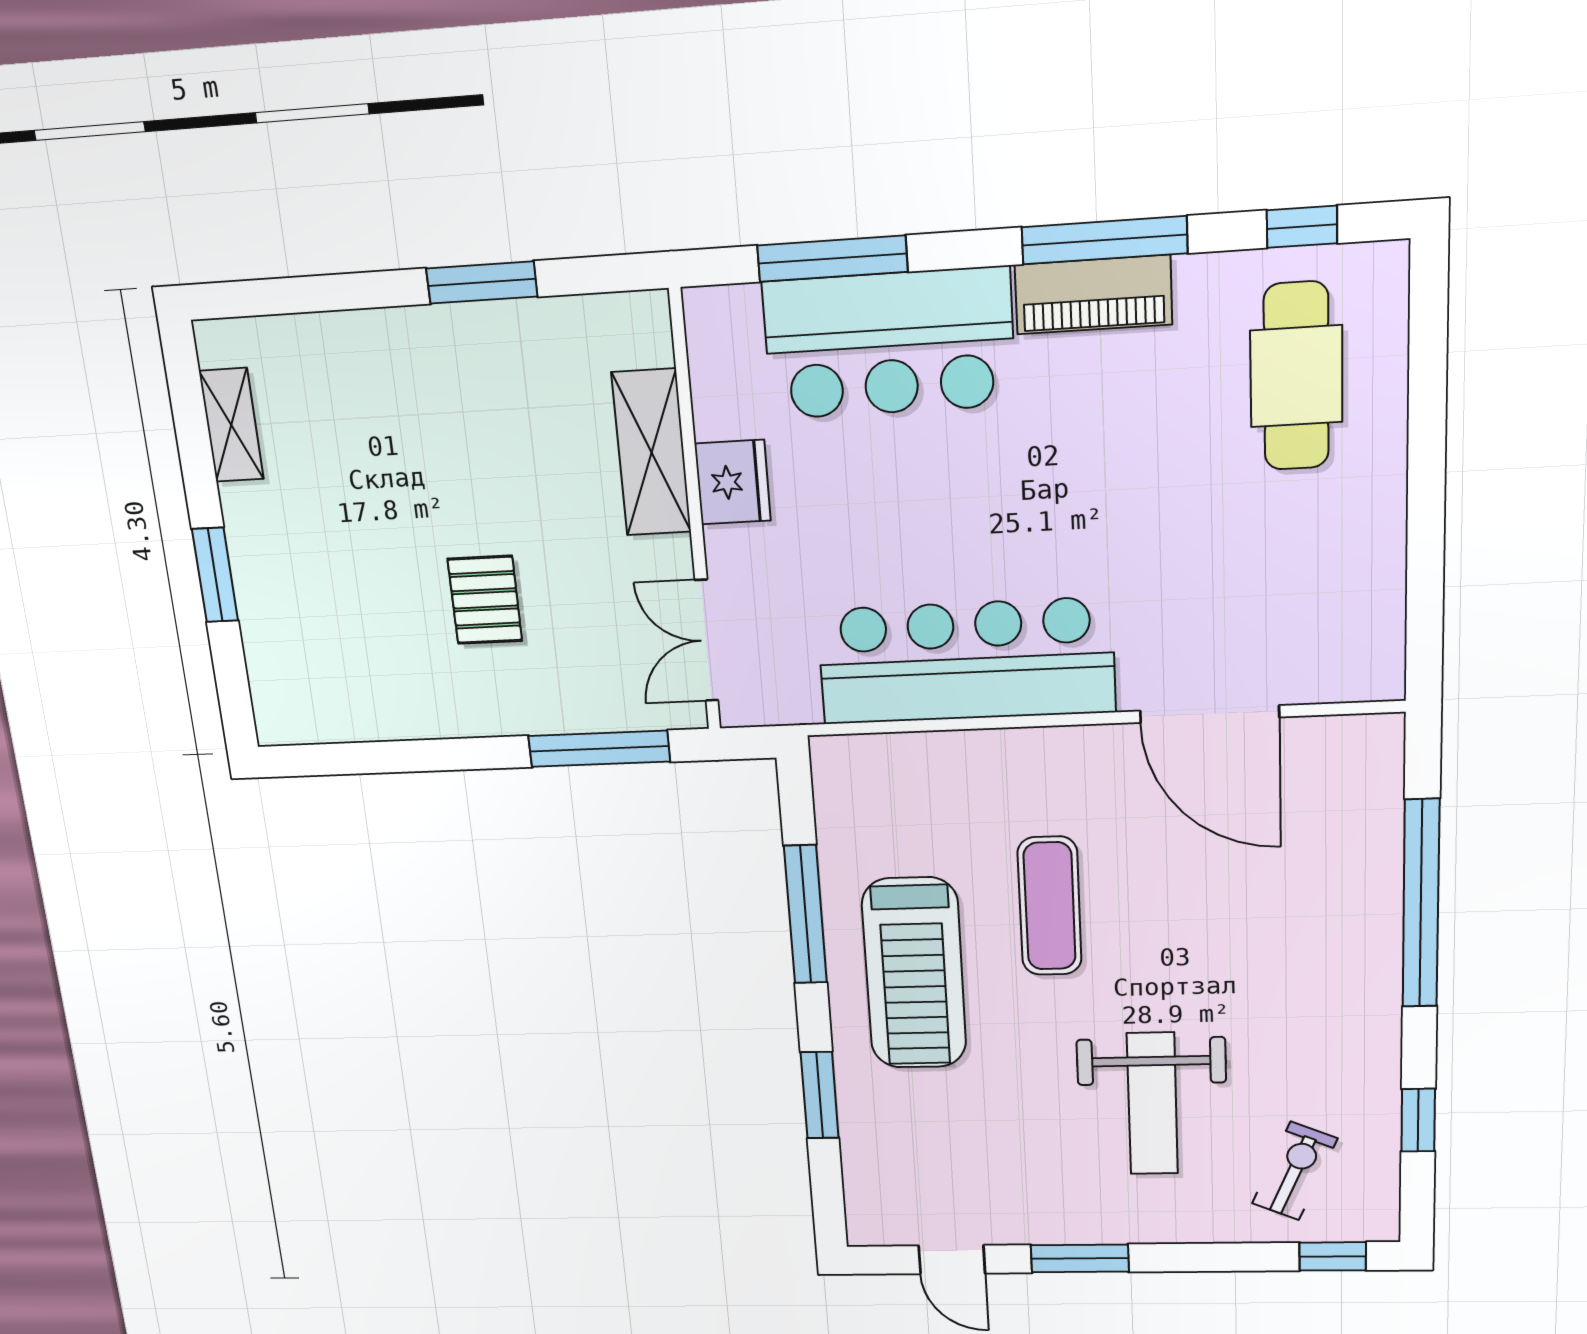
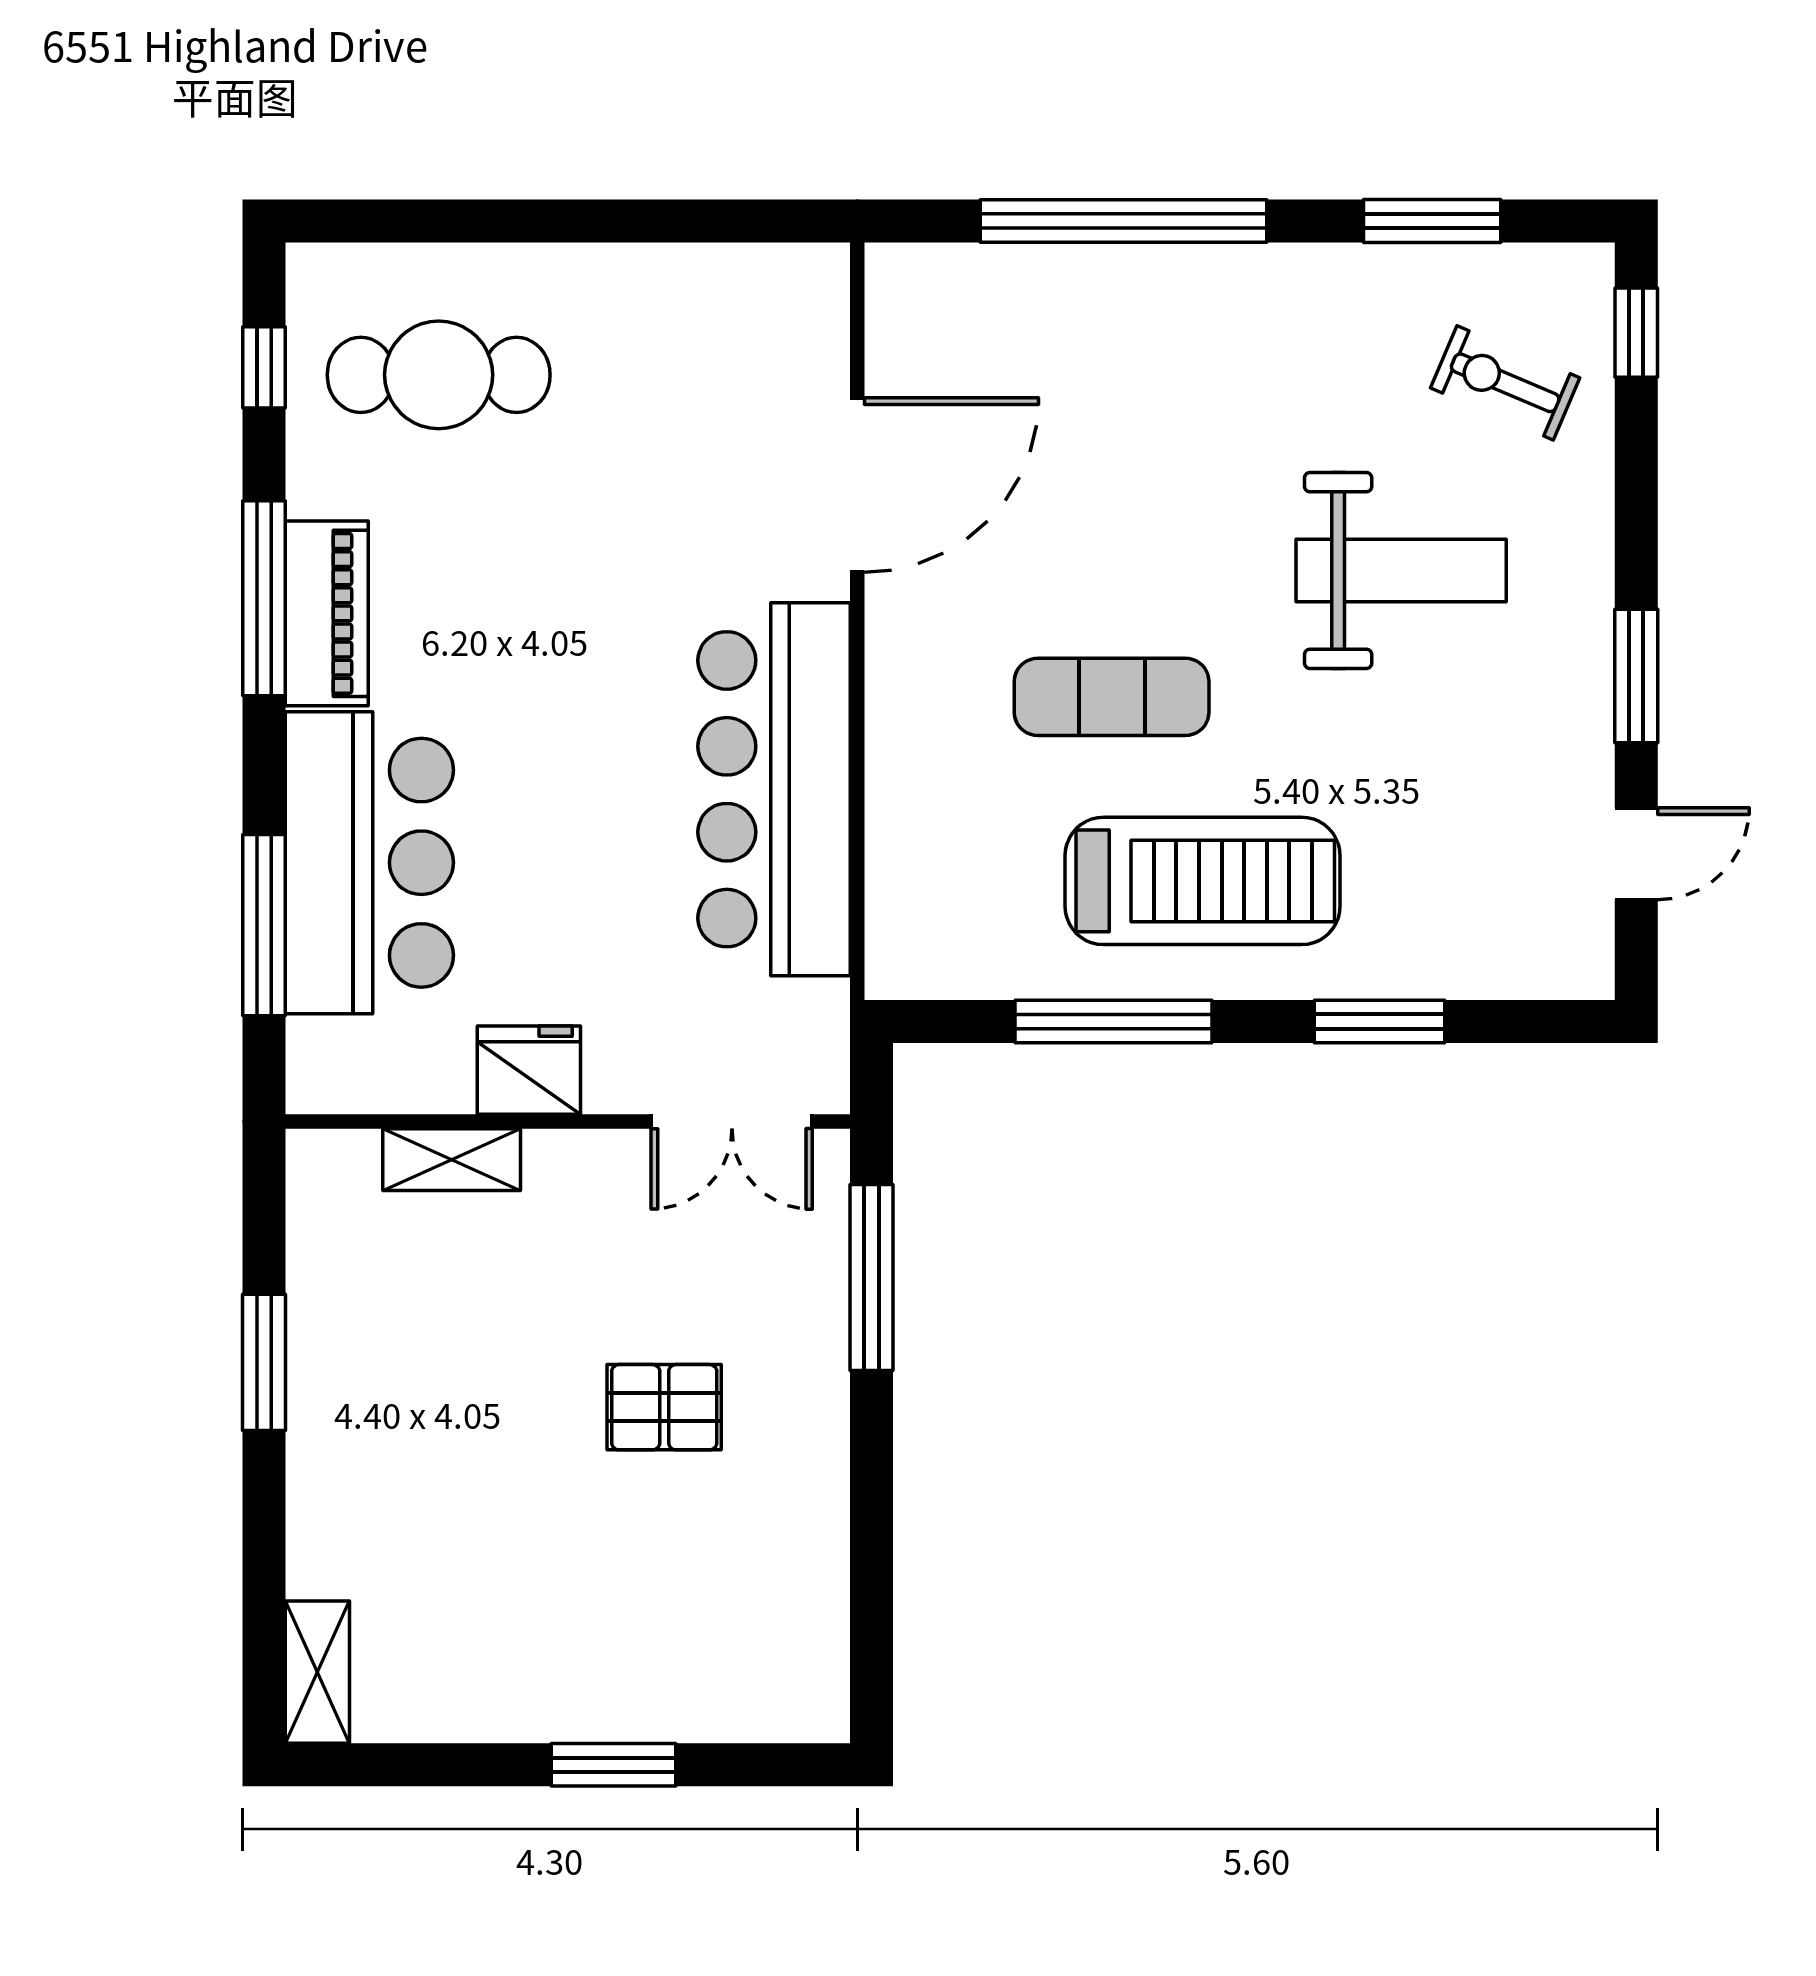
shelving: (231, 425) -> (317, 1672), moved, turned 90
shelving: (651, 453) -> (452, 1160), width x0.67, depth x0.75
window: (1418, 1120) -> (1432, 221), width x1.50

